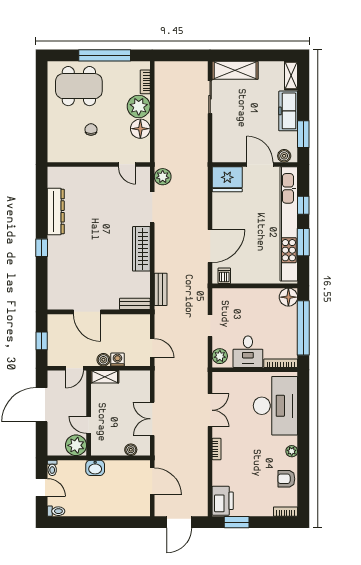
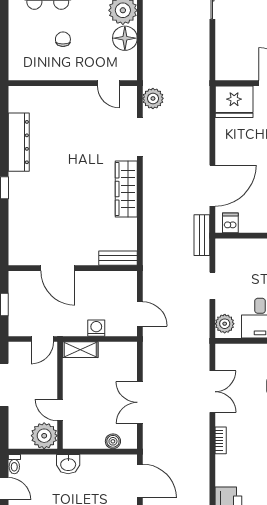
bench: (161, 289) -> (202, 235), moved
boiler: (103, 360) -> (79, 328), removed

